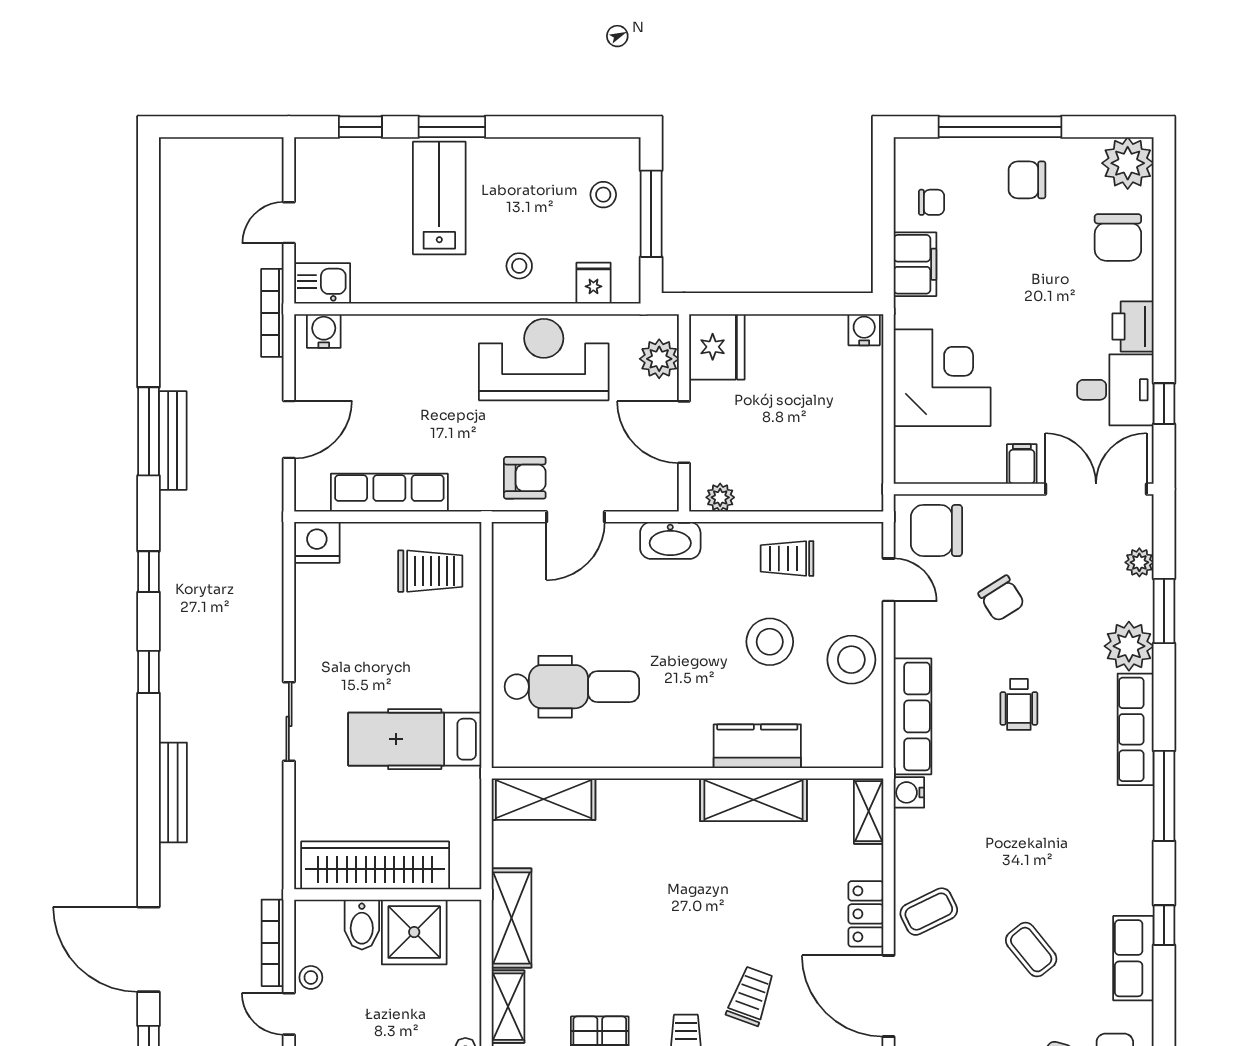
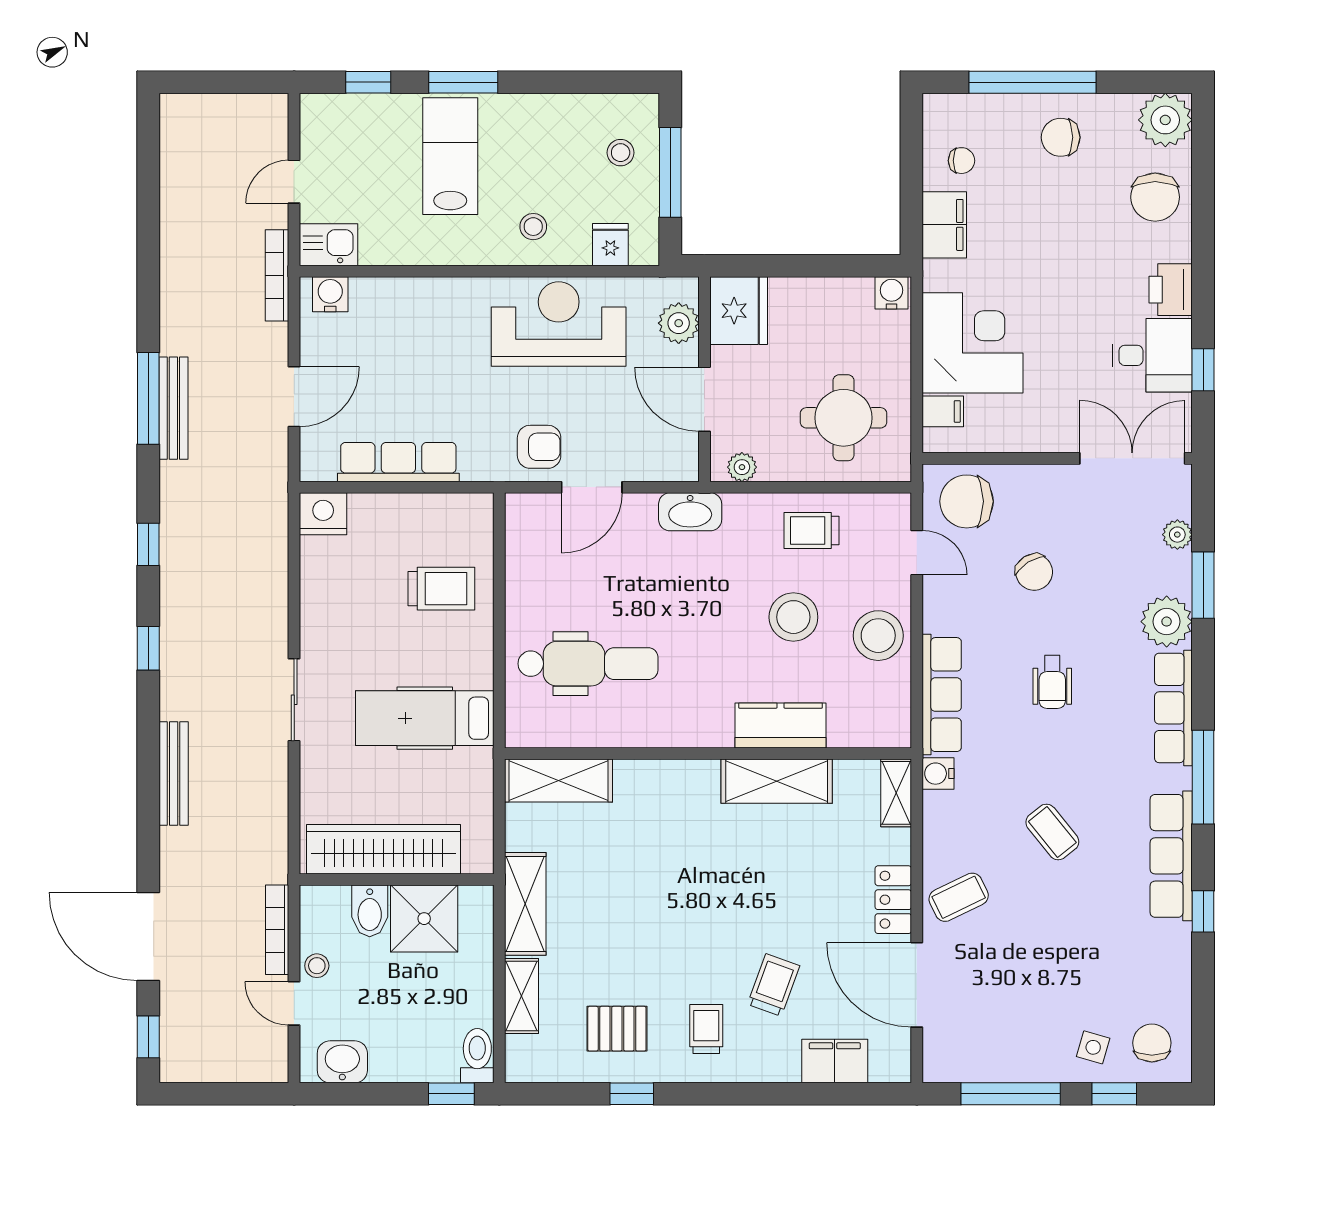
round table: (818, 450) -> (843, 418), added
filing cabinet: (1022, 464) -> (943, 411), moved, turned 90
trolley: (430, 571) -> (441, 589), moved
coffee table: (1031, 950) -> (1052, 832), moved
row of seats: (1133, 958) -> (1171, 856), moved, width x1.48

